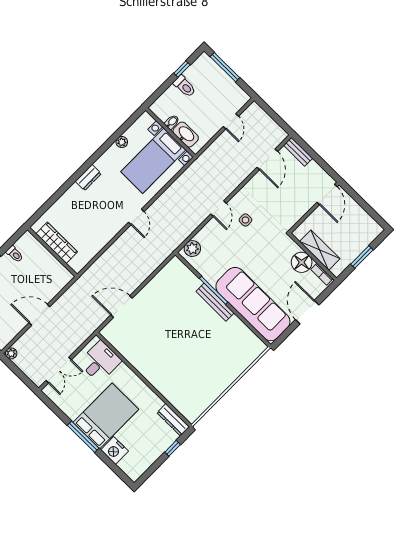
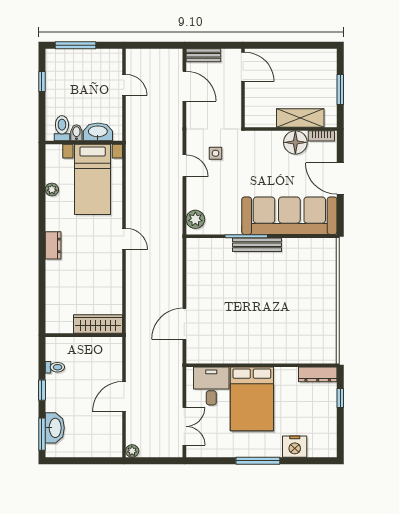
toilet: (185, 86) -> (62, 128), moved, turned -90
door: (327, 195) -> (243, 67), moved
wall: (314, 208) -> (243, 88), moved
wardrobe: (57, 243) -> (98, 324), moved
bed: (106, 416) -> (252, 399), moved, turned 180

